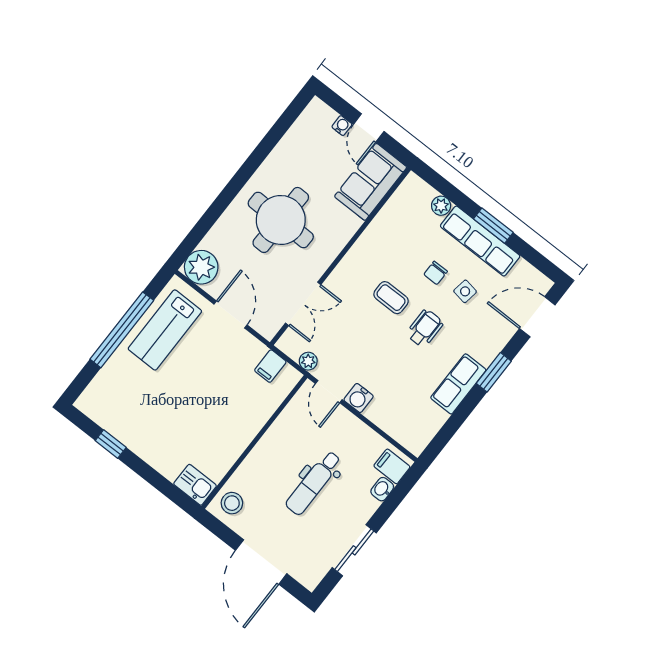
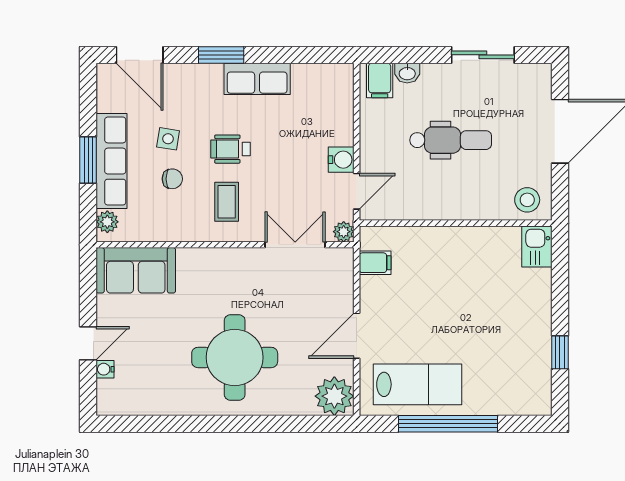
sofa: (371, 182) -> (136, 270), moved
wall: (340, 256) -> (225, 245), moved
double door: (303, 304) -> (295, 245), moved

